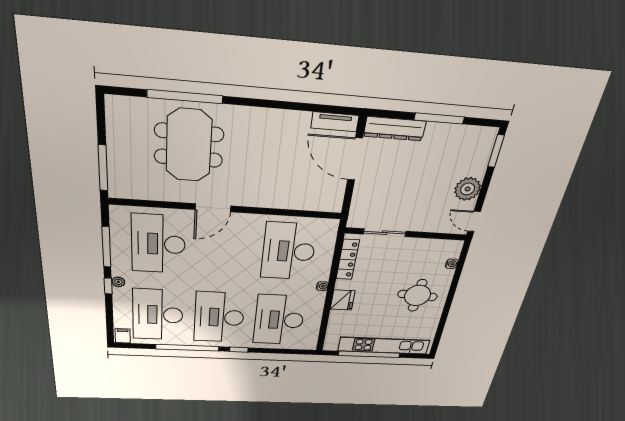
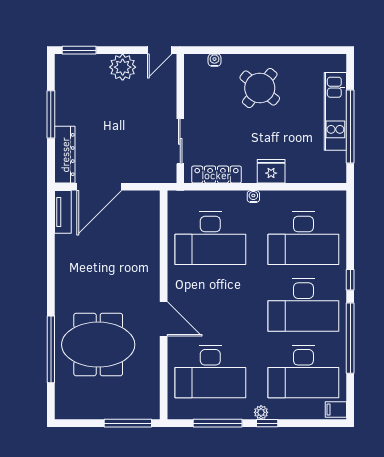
round table: (417, 295) -> (260, 88), turned 35
kitchen unit: (384, 345) -> (335, 111), width x0.73

